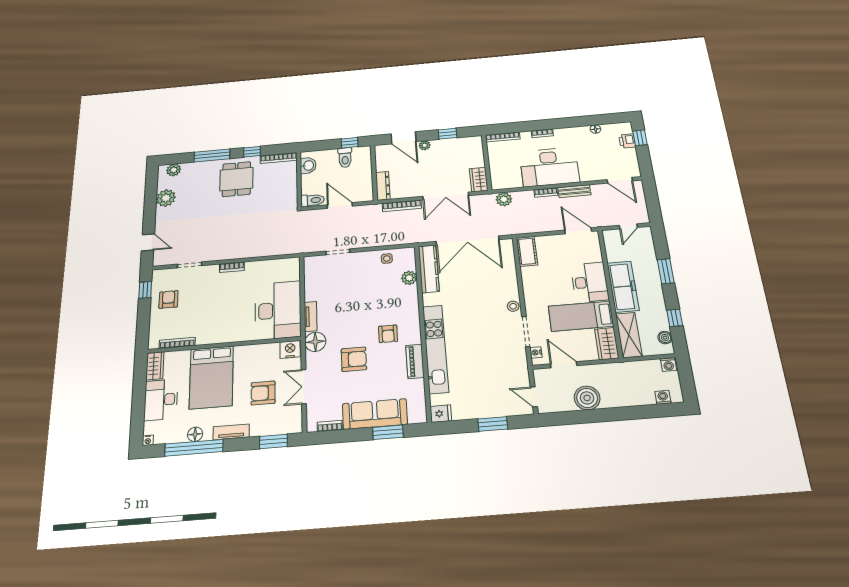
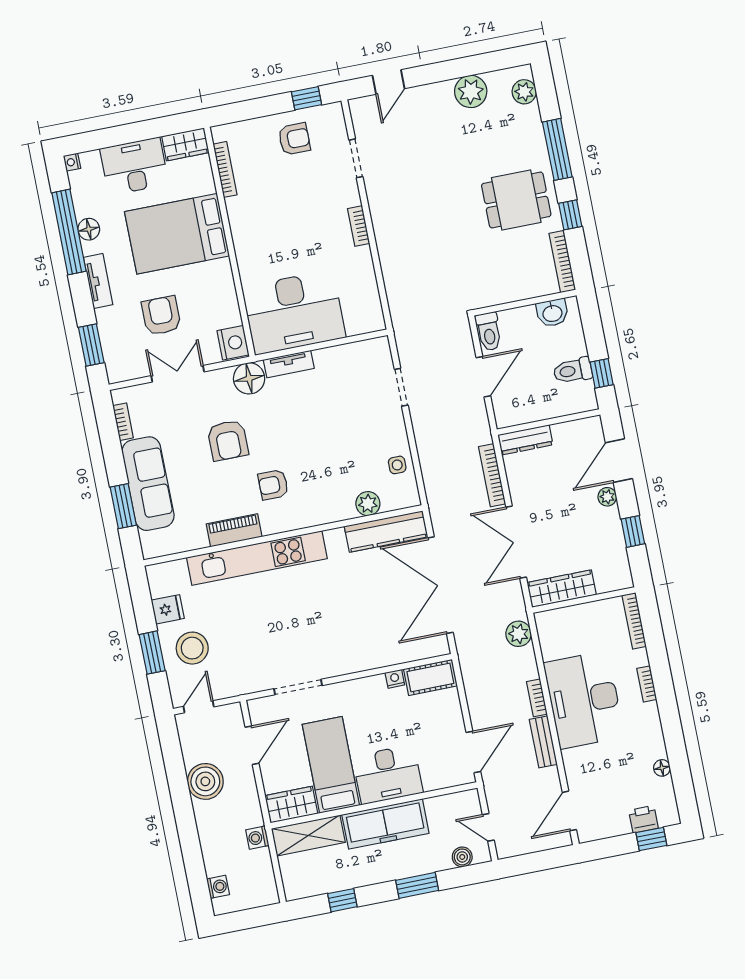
wardrobe: (479, 180) -> (562, 589), width x1.50
stool: (513, 306) -> (192, 648), moved, width x1.89, depth x1.89
boiler: (665, 338) -> (462, 857), moved
nightstand: (536, 352) -> (395, 679), moved
washing machine: (668, 365) -> (257, 838), moved
fridge: (441, 414) -> (168, 609), moved, turned -90

